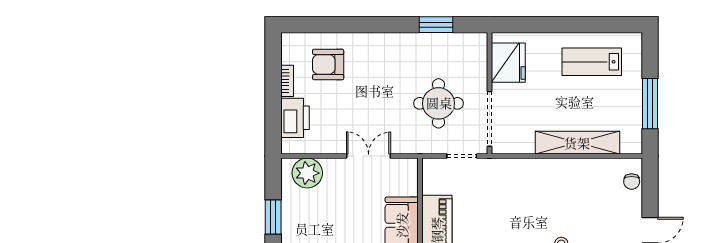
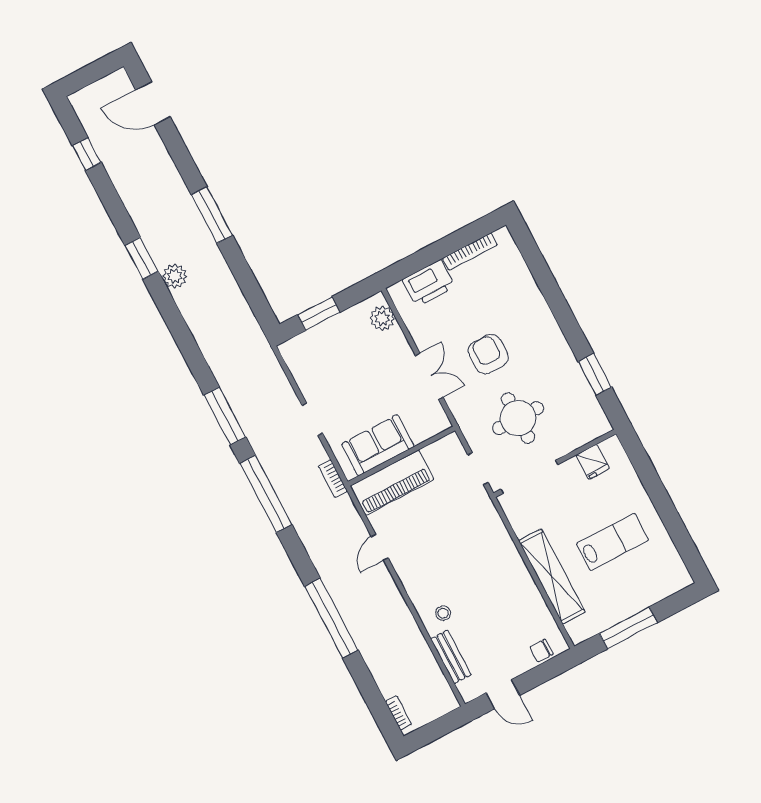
lab bench: (592, 62) -> (613, 542), moved, turned 90
fridge: (508, 63) -> (593, 462), width x0.53, depth x0.75
armchair: (328, 64) -> (488, 354), moved
bookcase: (287, 81) -> (470, 252), width x1.56
plant: (307, 173) -> (382, 318), width x0.73, depth x0.73

